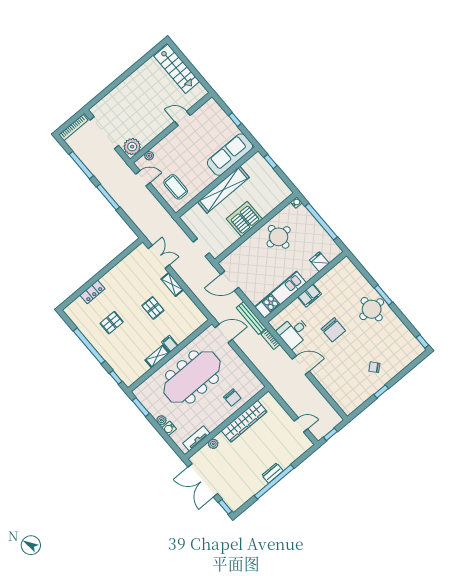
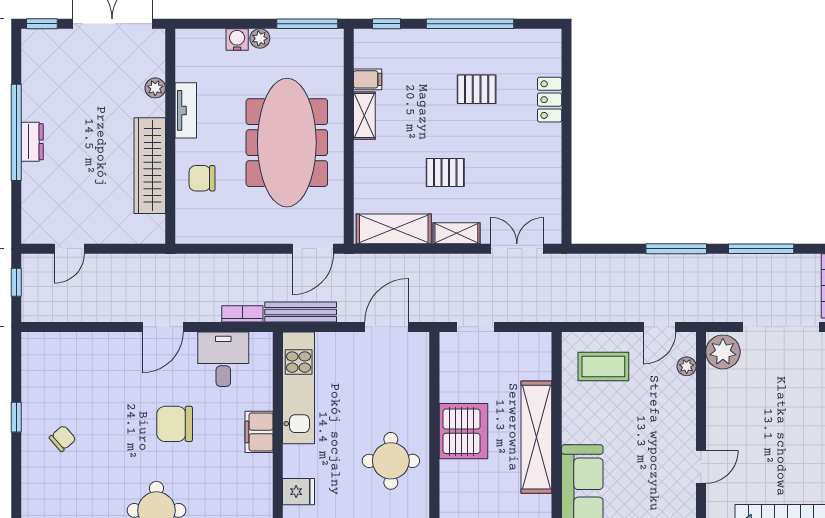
double door: (159, 257) -> (517, 249), swing flipped
shelving: (190, 309) -> (394, 229), added
pallet: (112, 323) -> (477, 89), turned 90
filing cabinet: (170, 344) -> (368, 79), moved
window: (141, 407) -> (307, 24), width x1.44
tv unit: (196, 438) -> (186, 110), moved

